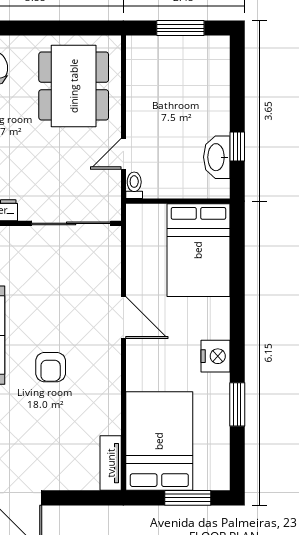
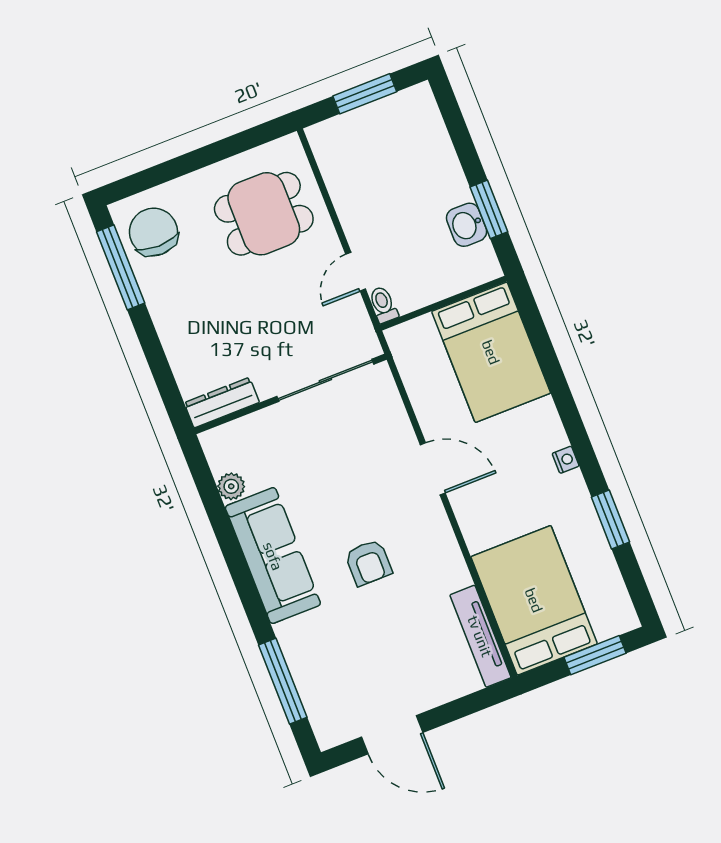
dining table: (74, 86) -> (264, 214), width x0.73
window: (237, 146) -> (489, 209), width x1.50
washbasin: (217, 157) -> (467, 225), width x0.72
nightstand: (215, 356) -> (566, 460), width x0.53, depth x0.56
tv unit: (111, 463) -> (480, 636), width x1.41

